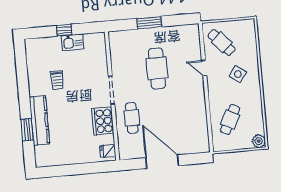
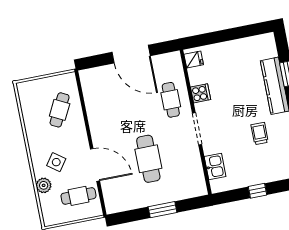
kitchen sink: (73, 42) -> (215, 166), moved, turned 90
cafe table: (222, 42) -> (78, 196), turned -48
door: (204, 68) -> (95, 165), width x1.87
cooker: (103, 121) -> (201, 93), width x0.53, depth x0.76
plant: (259, 141) -> (44, 185), moved

